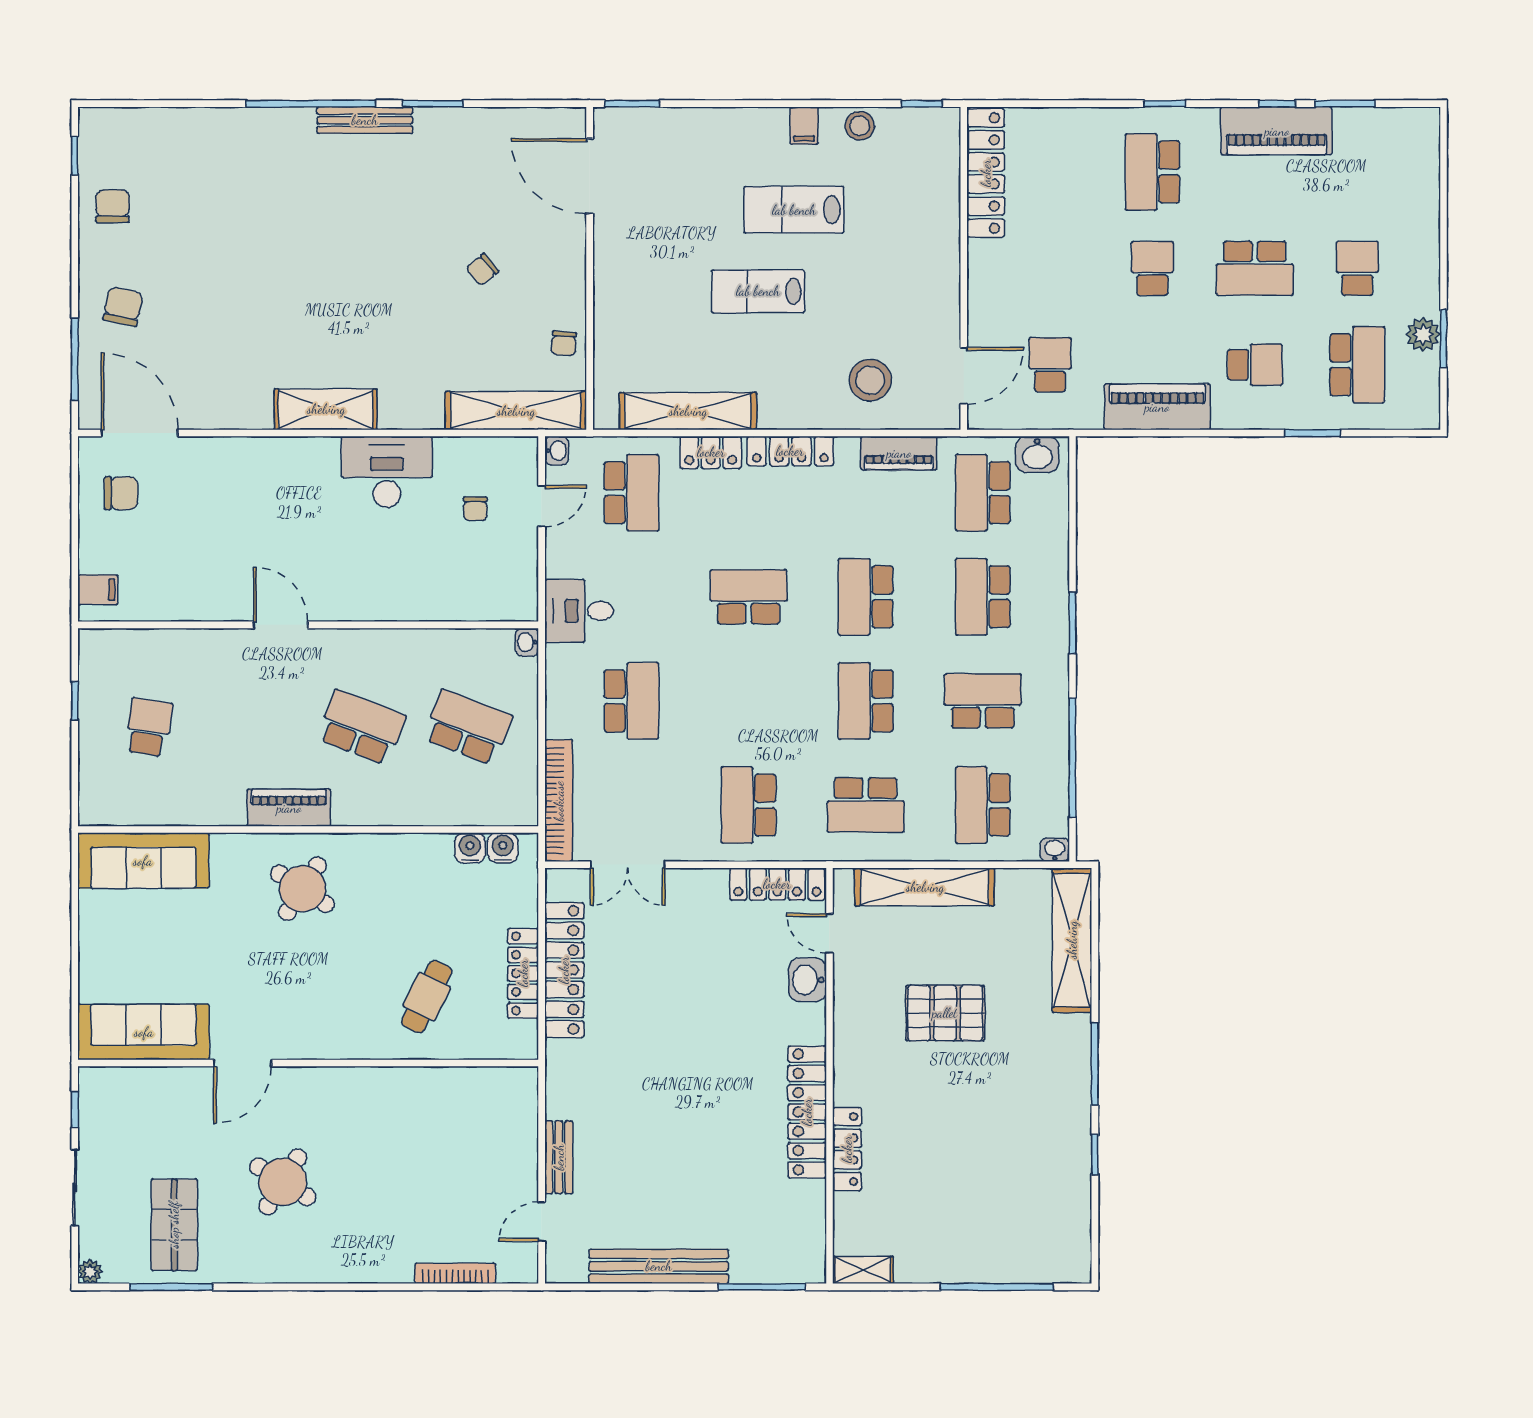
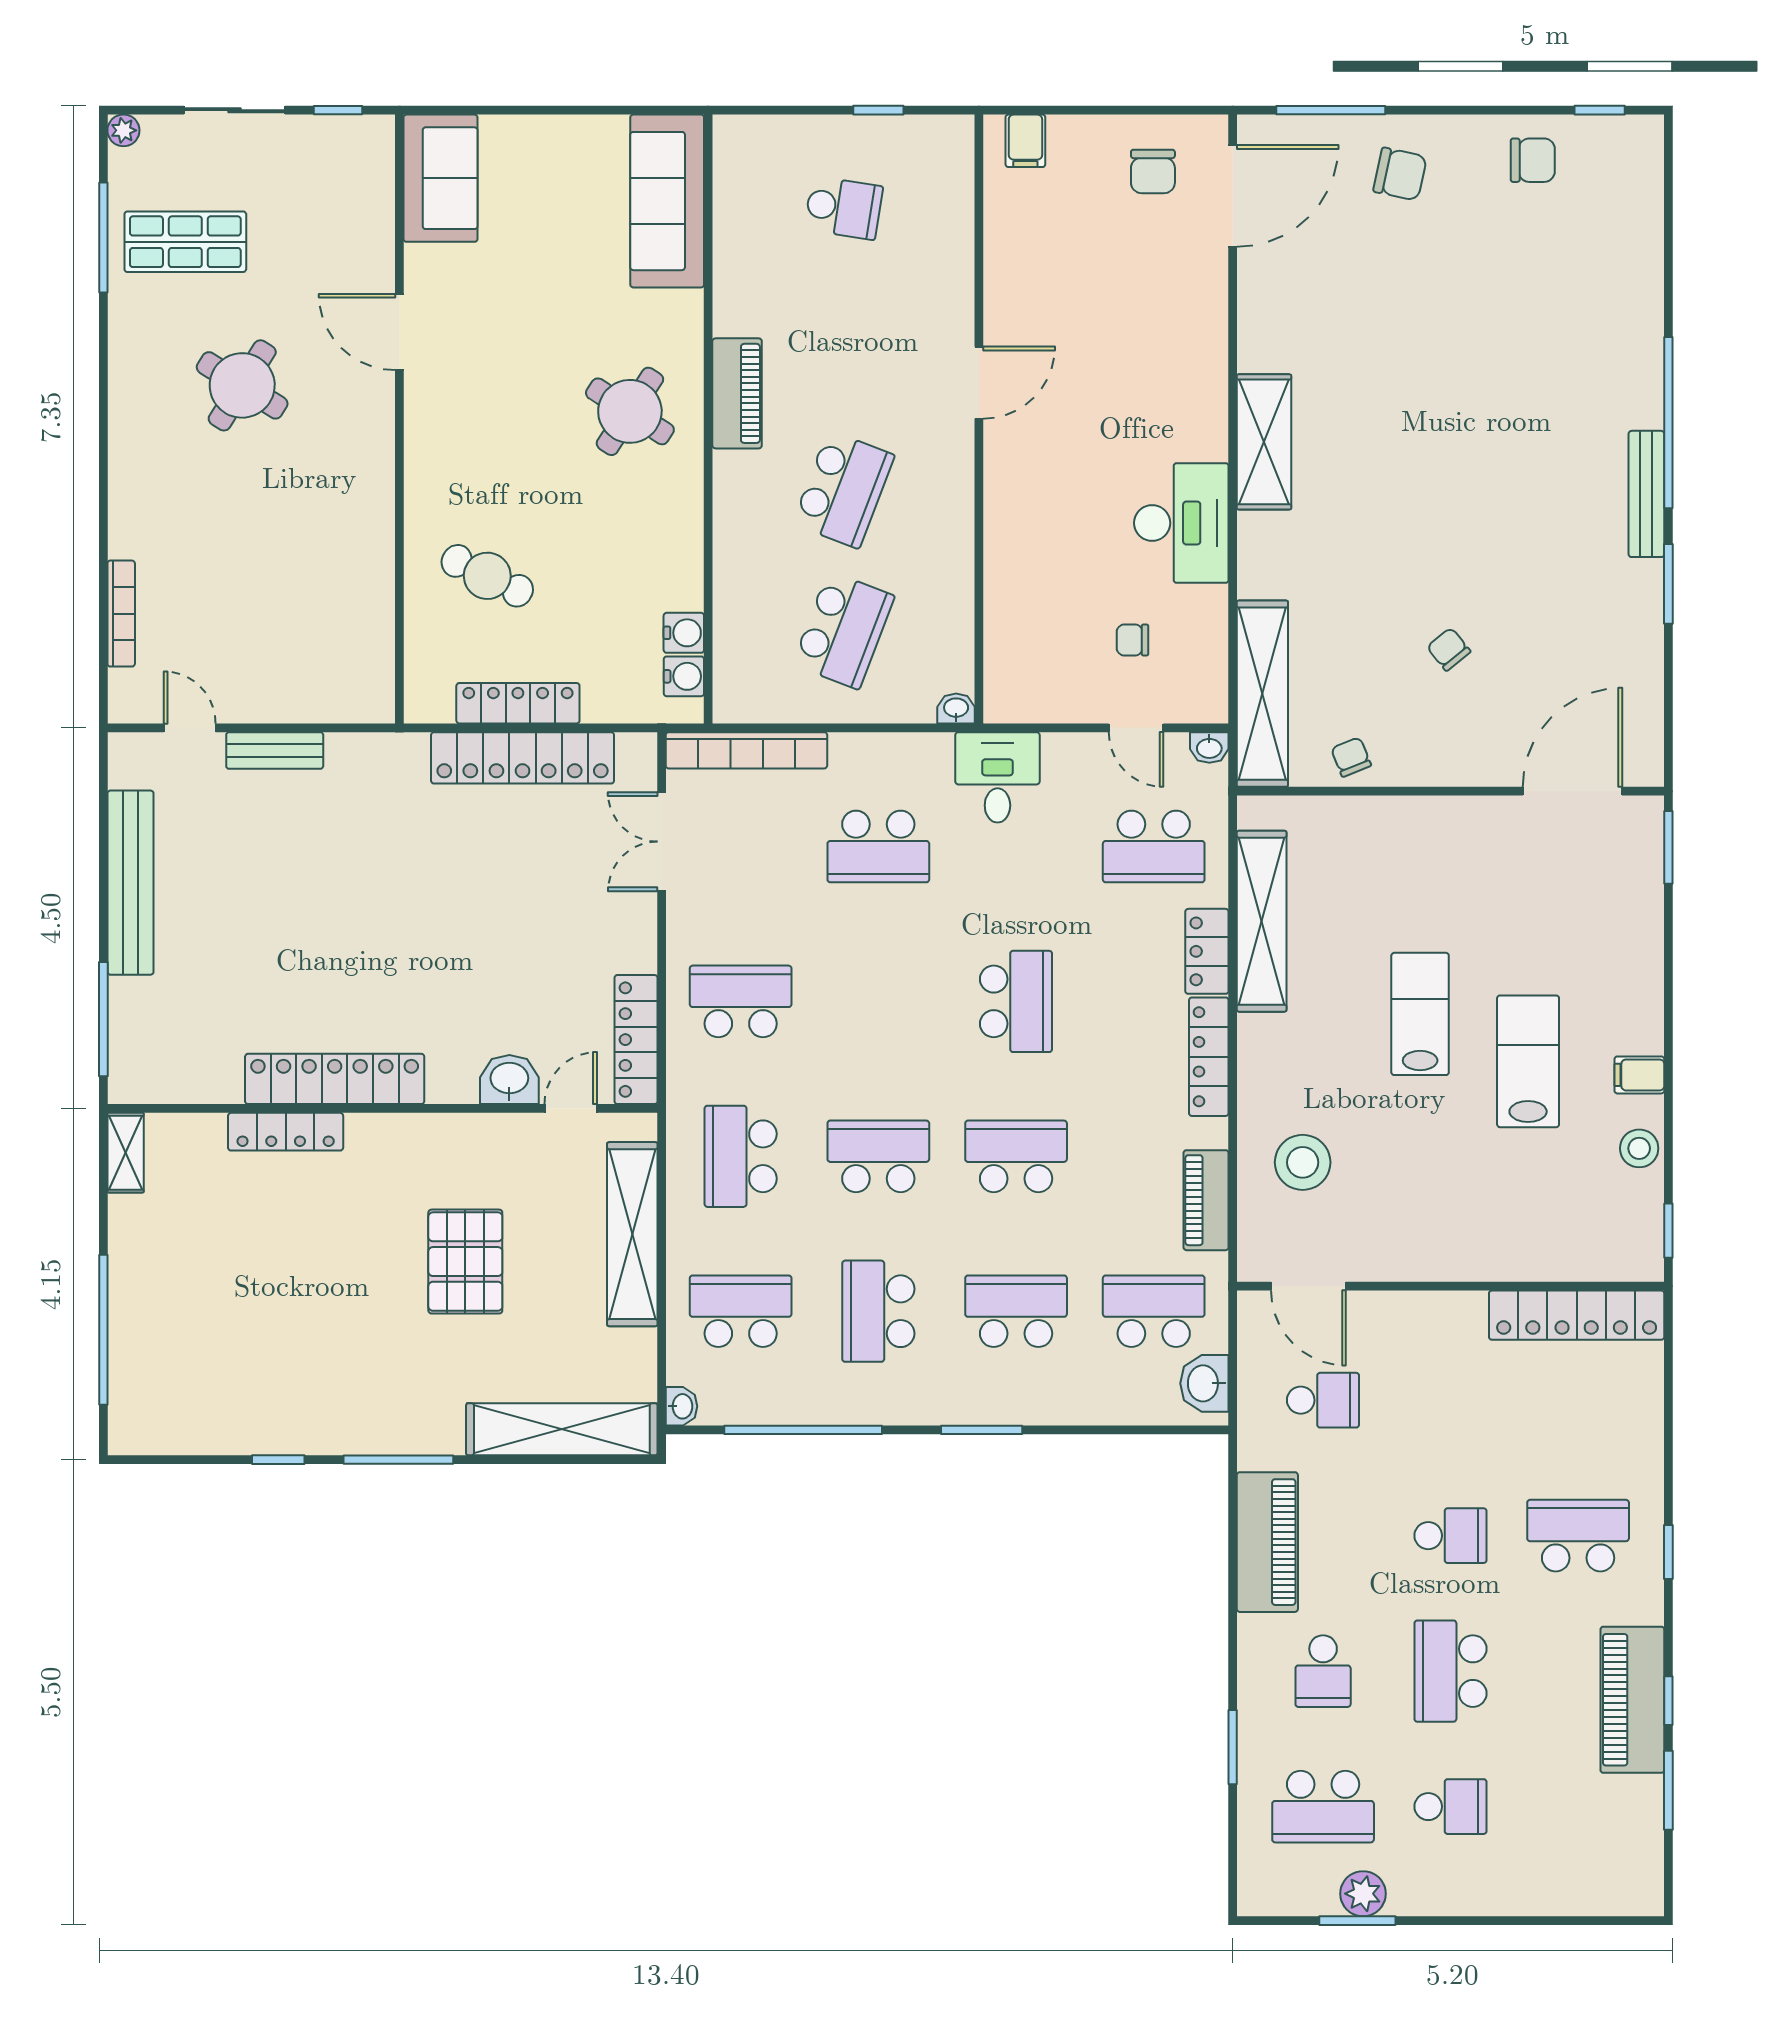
chair: (564, 344) -> (1351, 757), turned 64
school desk: (983, 701) -> (878, 1311), turned 180
sofa: (144, 1032) -> (440, 178), width x0.73

